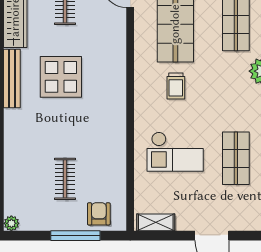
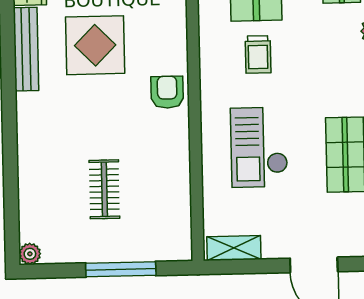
checkout: (175, 152) -> (259, 147), turned 90
armchair: (99, 214) -> (167, 92), moved

